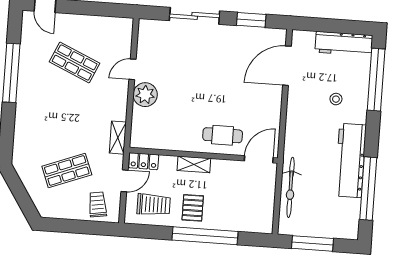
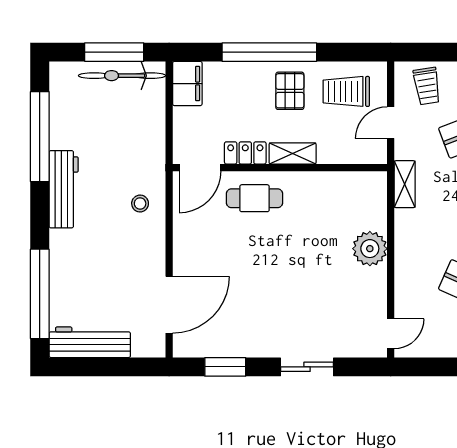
sliding door: (195, 16) -> (307, 367), width x0.73
door: (132, 69) -> (391, 334), moved
stool: (336, 99) -> (140, 203), moved
workbench: (350, 160) -> (64, 189), width x0.73, depth x0.76
locker: (144, 161) -> (245, 153), moved
bicycle: (291, 187) -> (122, 76), moved, turned -90
filing cabinet: (263, 218) -> (187, 84), added

